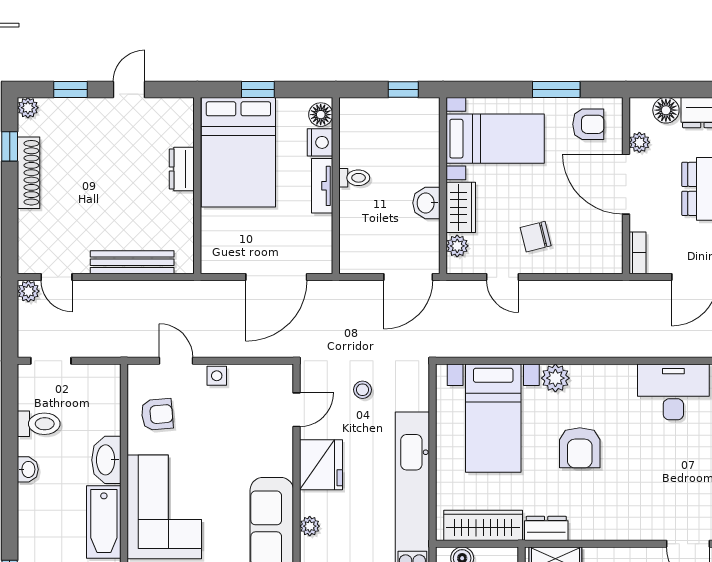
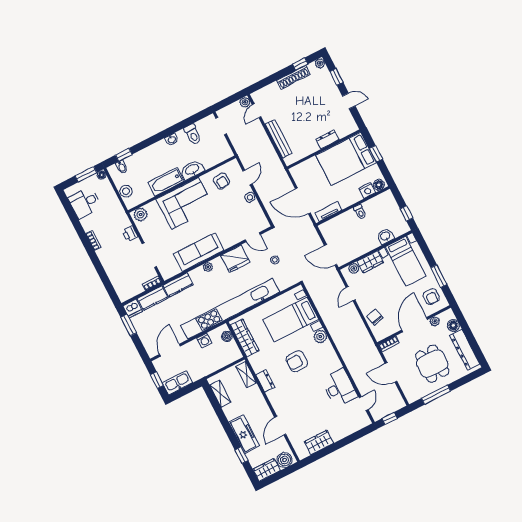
tv unit: (322, 186) -> (328, 212), moved
washbasin: (426, 203) -> (385, 236), moved
chair: (536, 237) -> (375, 317), moved
dresser: (546, 528) -> (265, 381), moved

